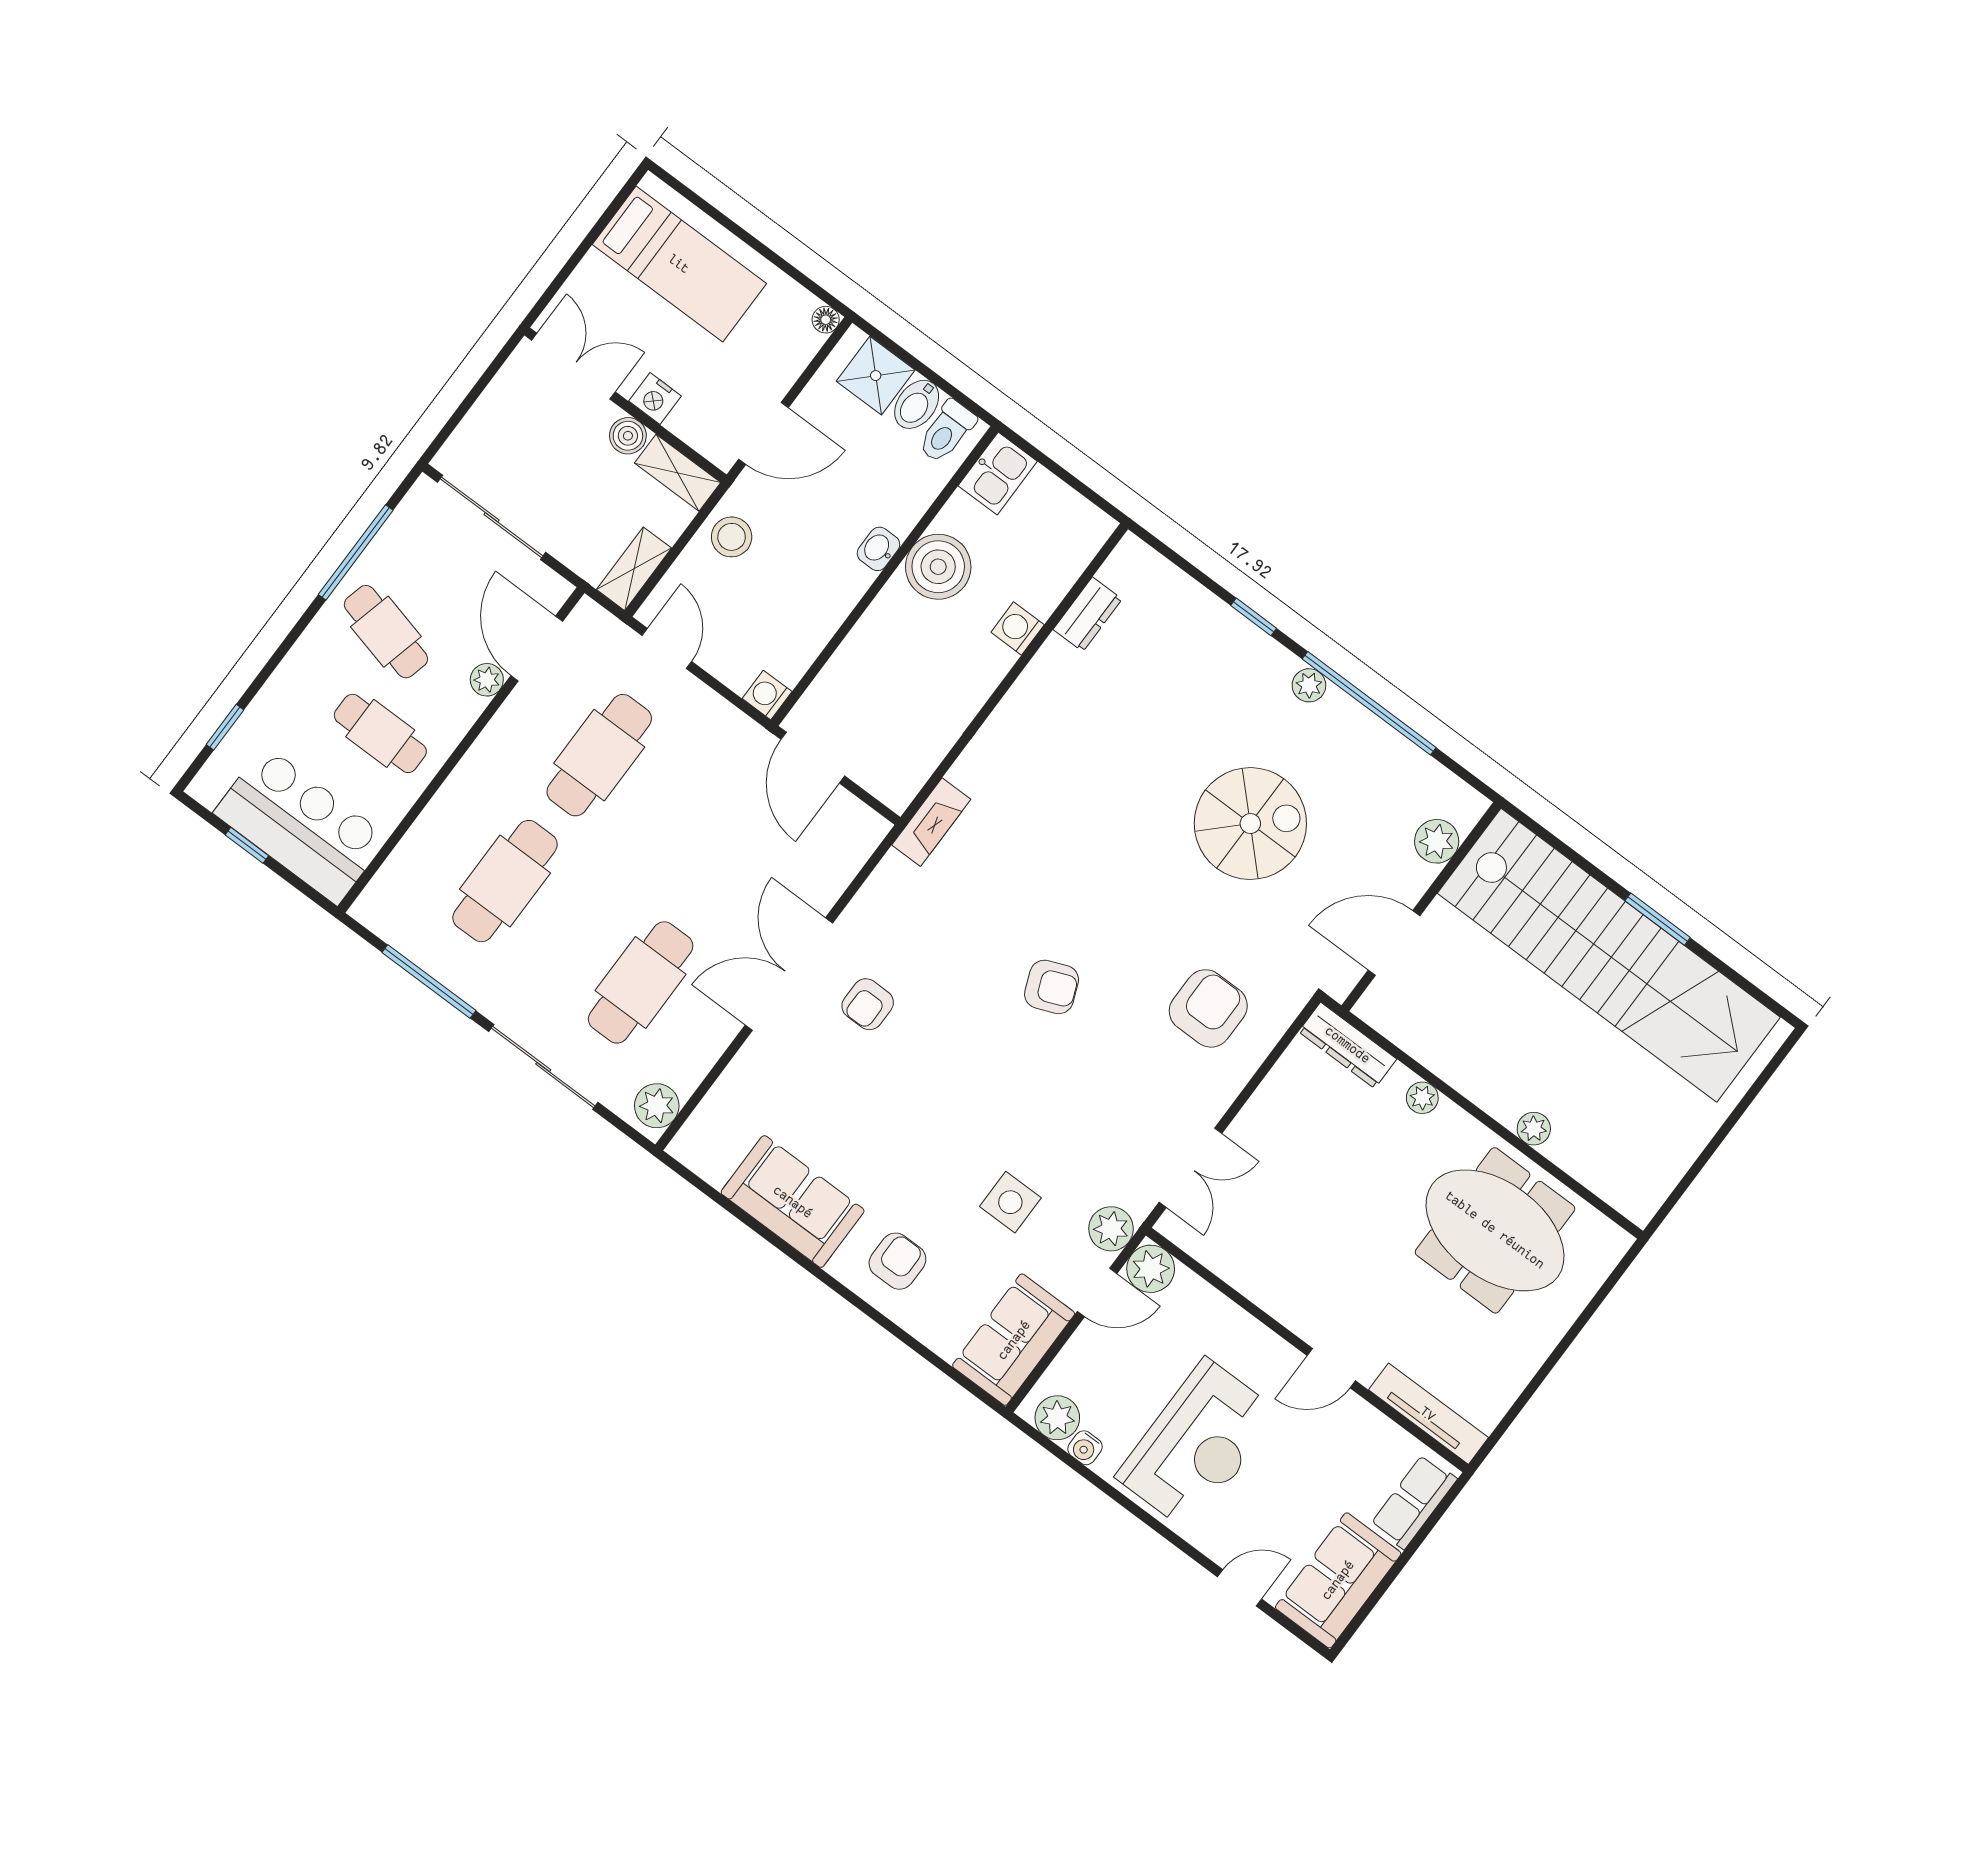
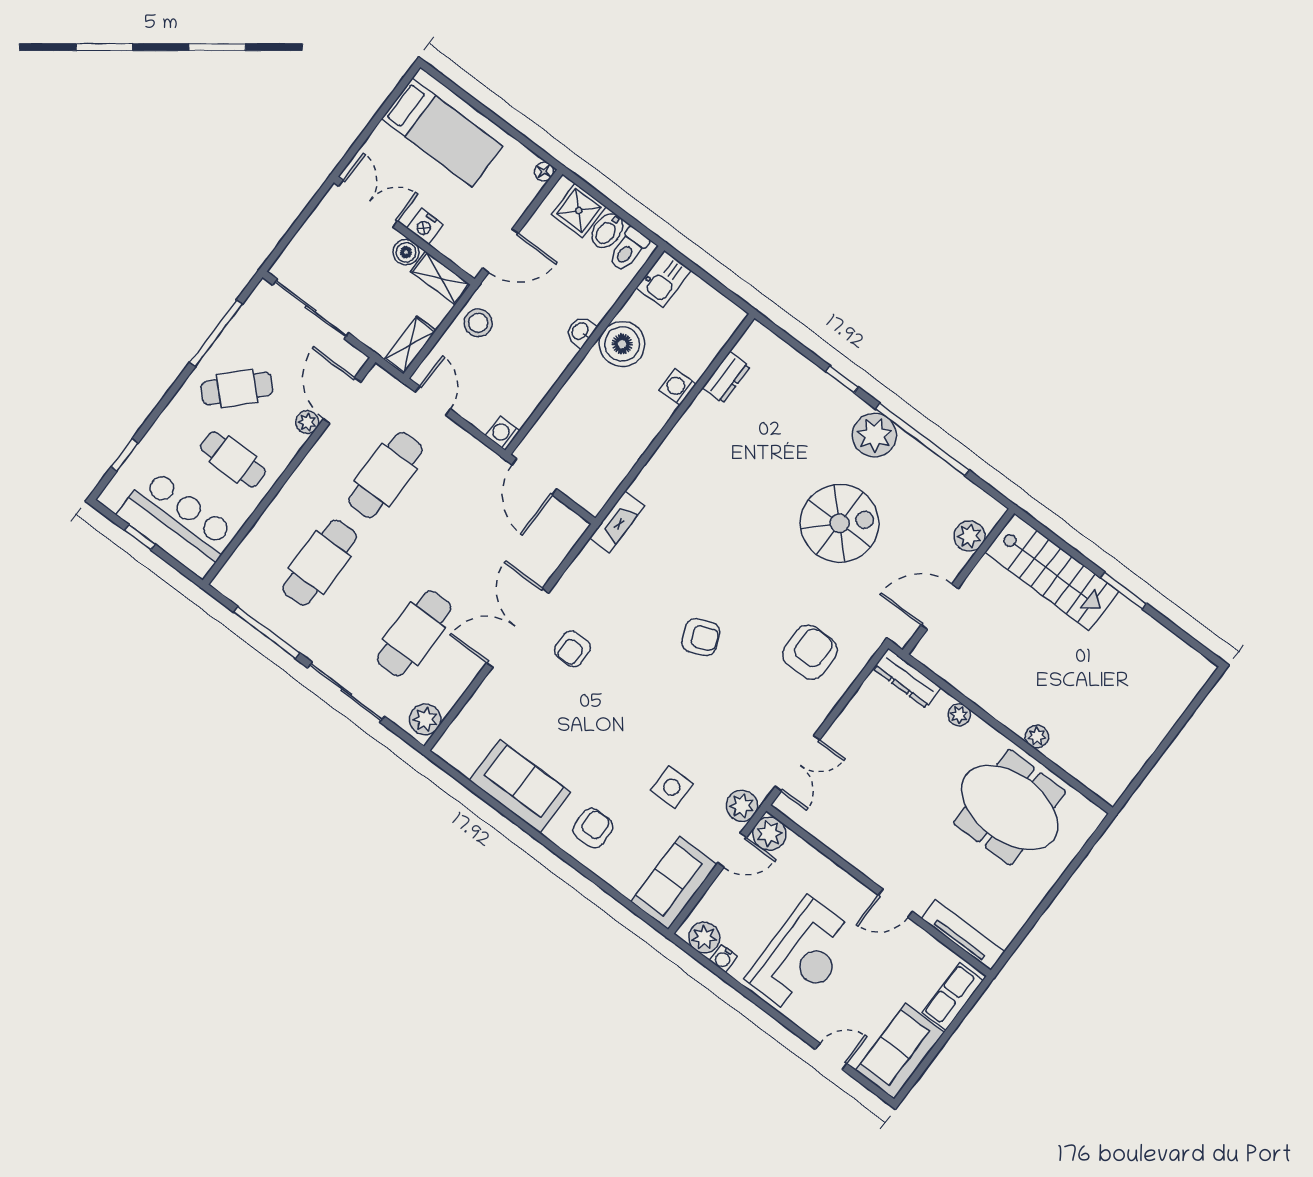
cafe table: (386, 632) -> (237, 388), turned -60
plant: (1309, 685) -> (874, 435), width x1.88, depth x1.88
stairs: (1609, 955) -> (1052, 572), width x0.54, depth x0.66

